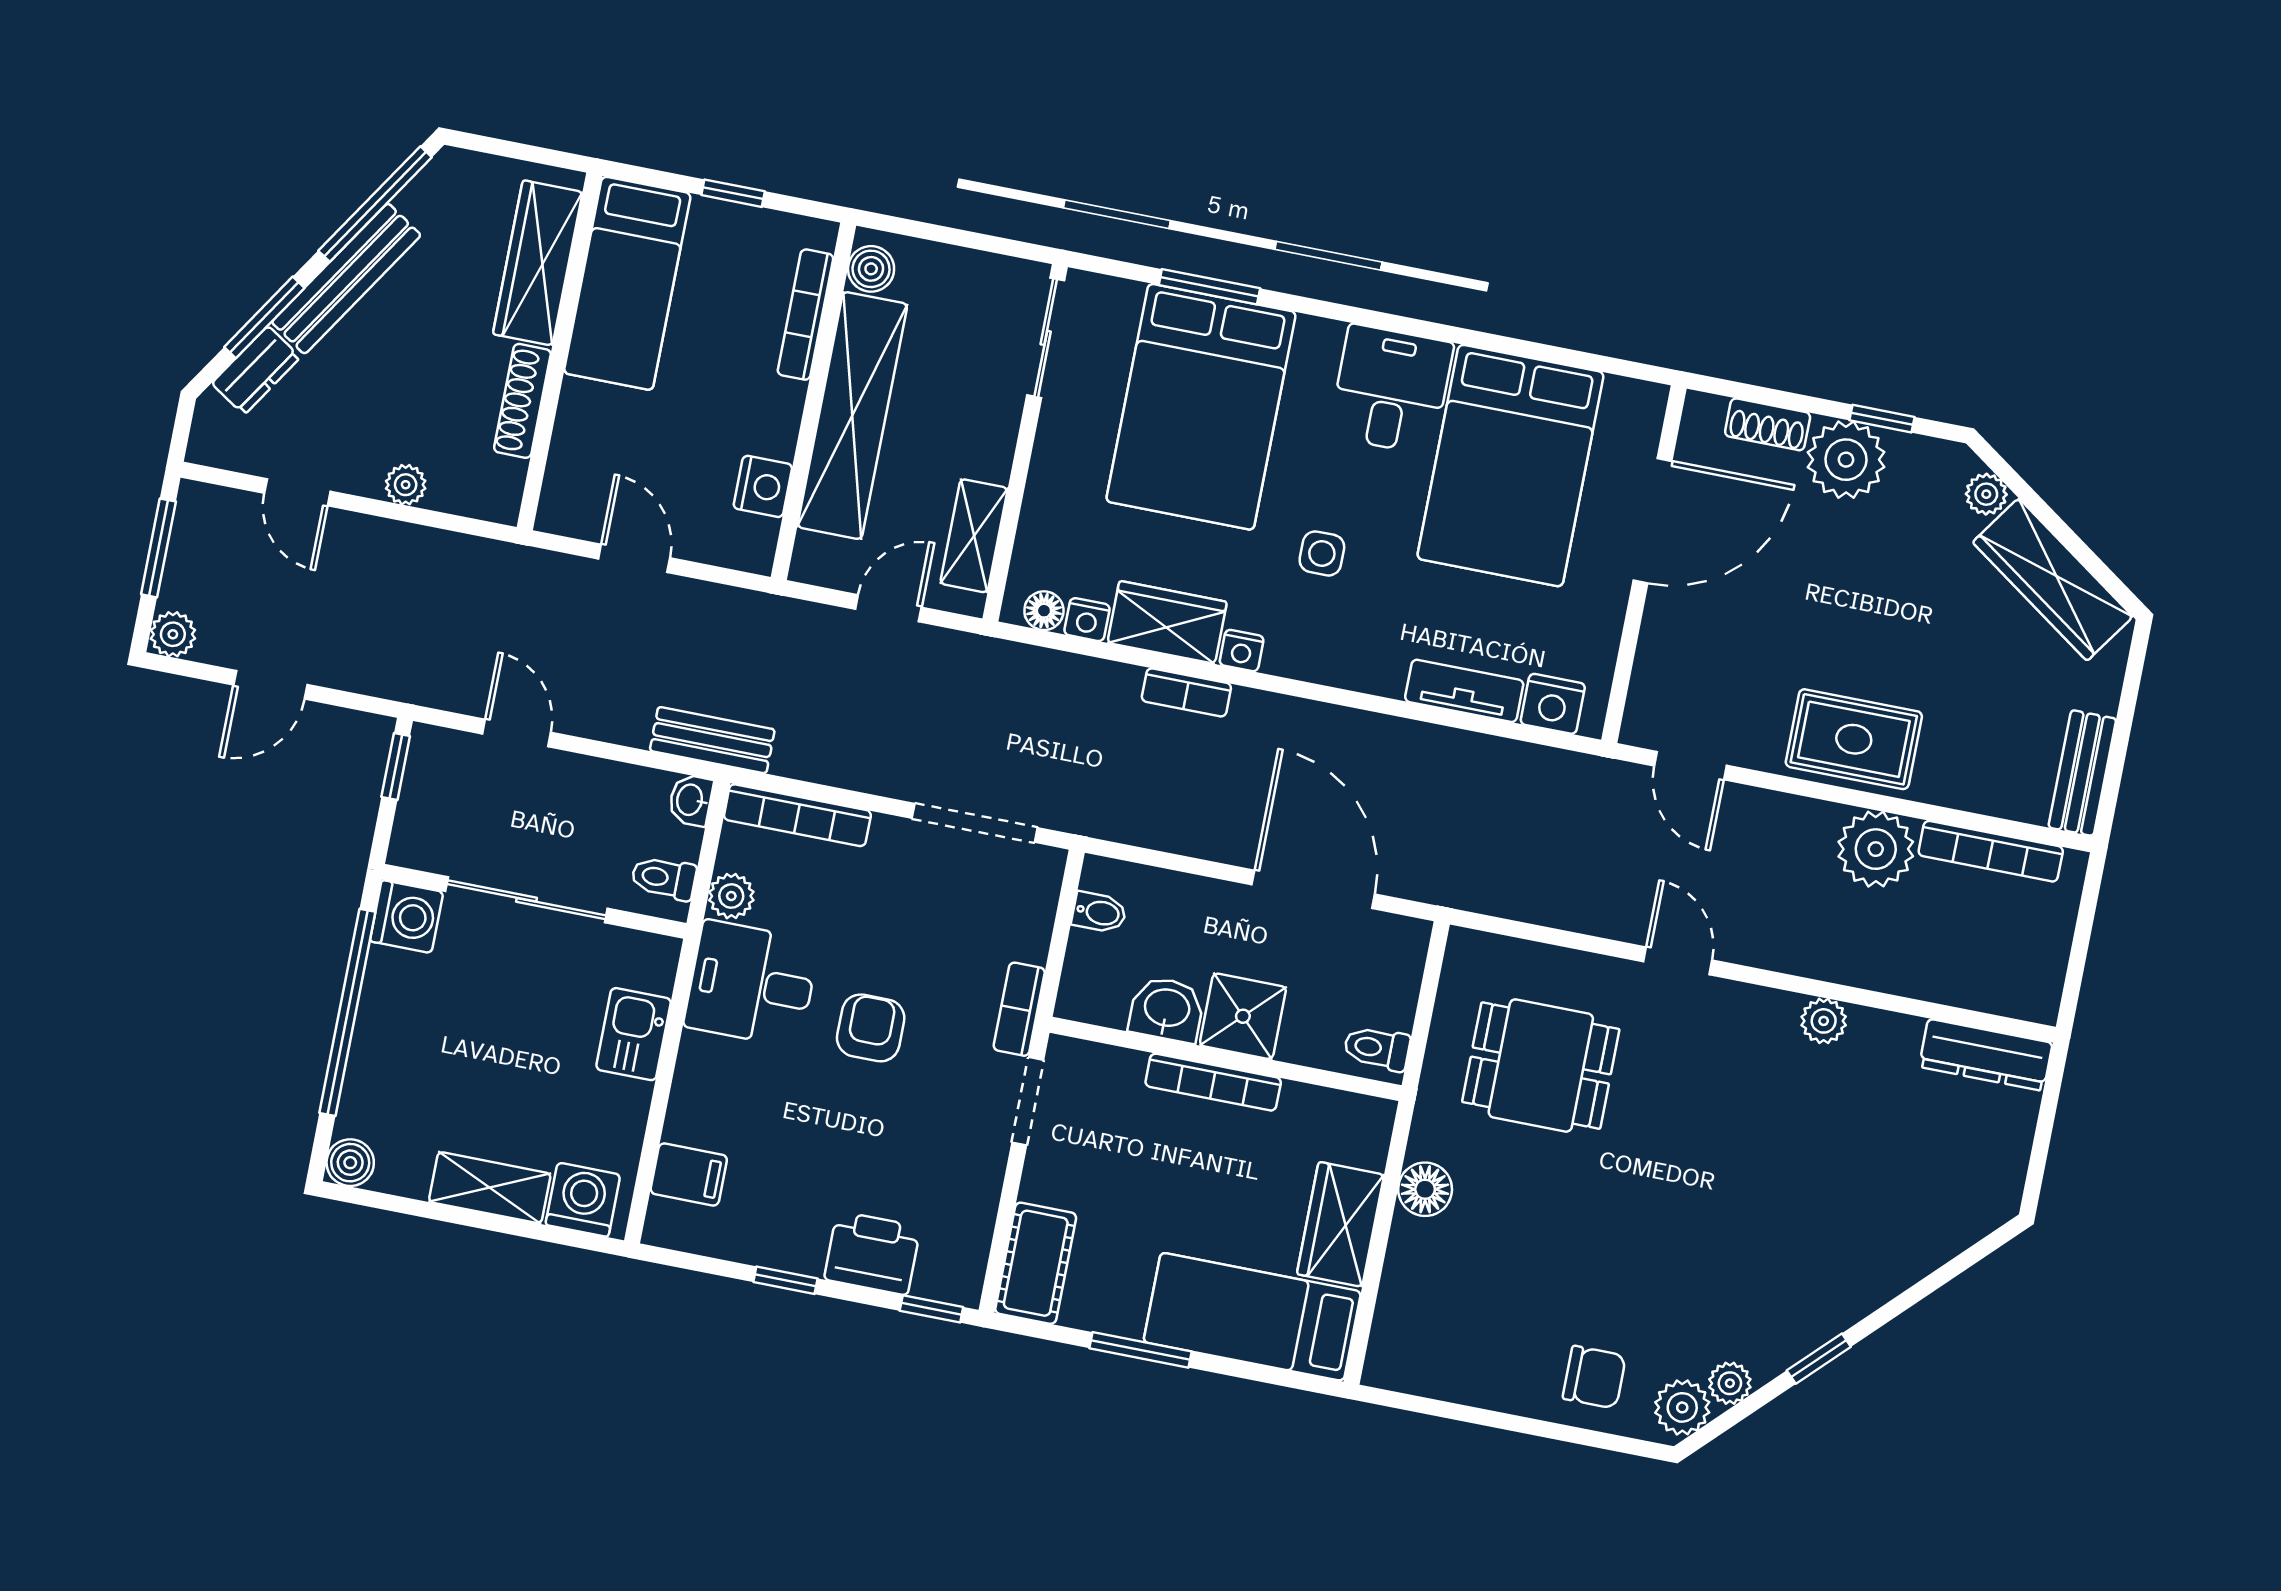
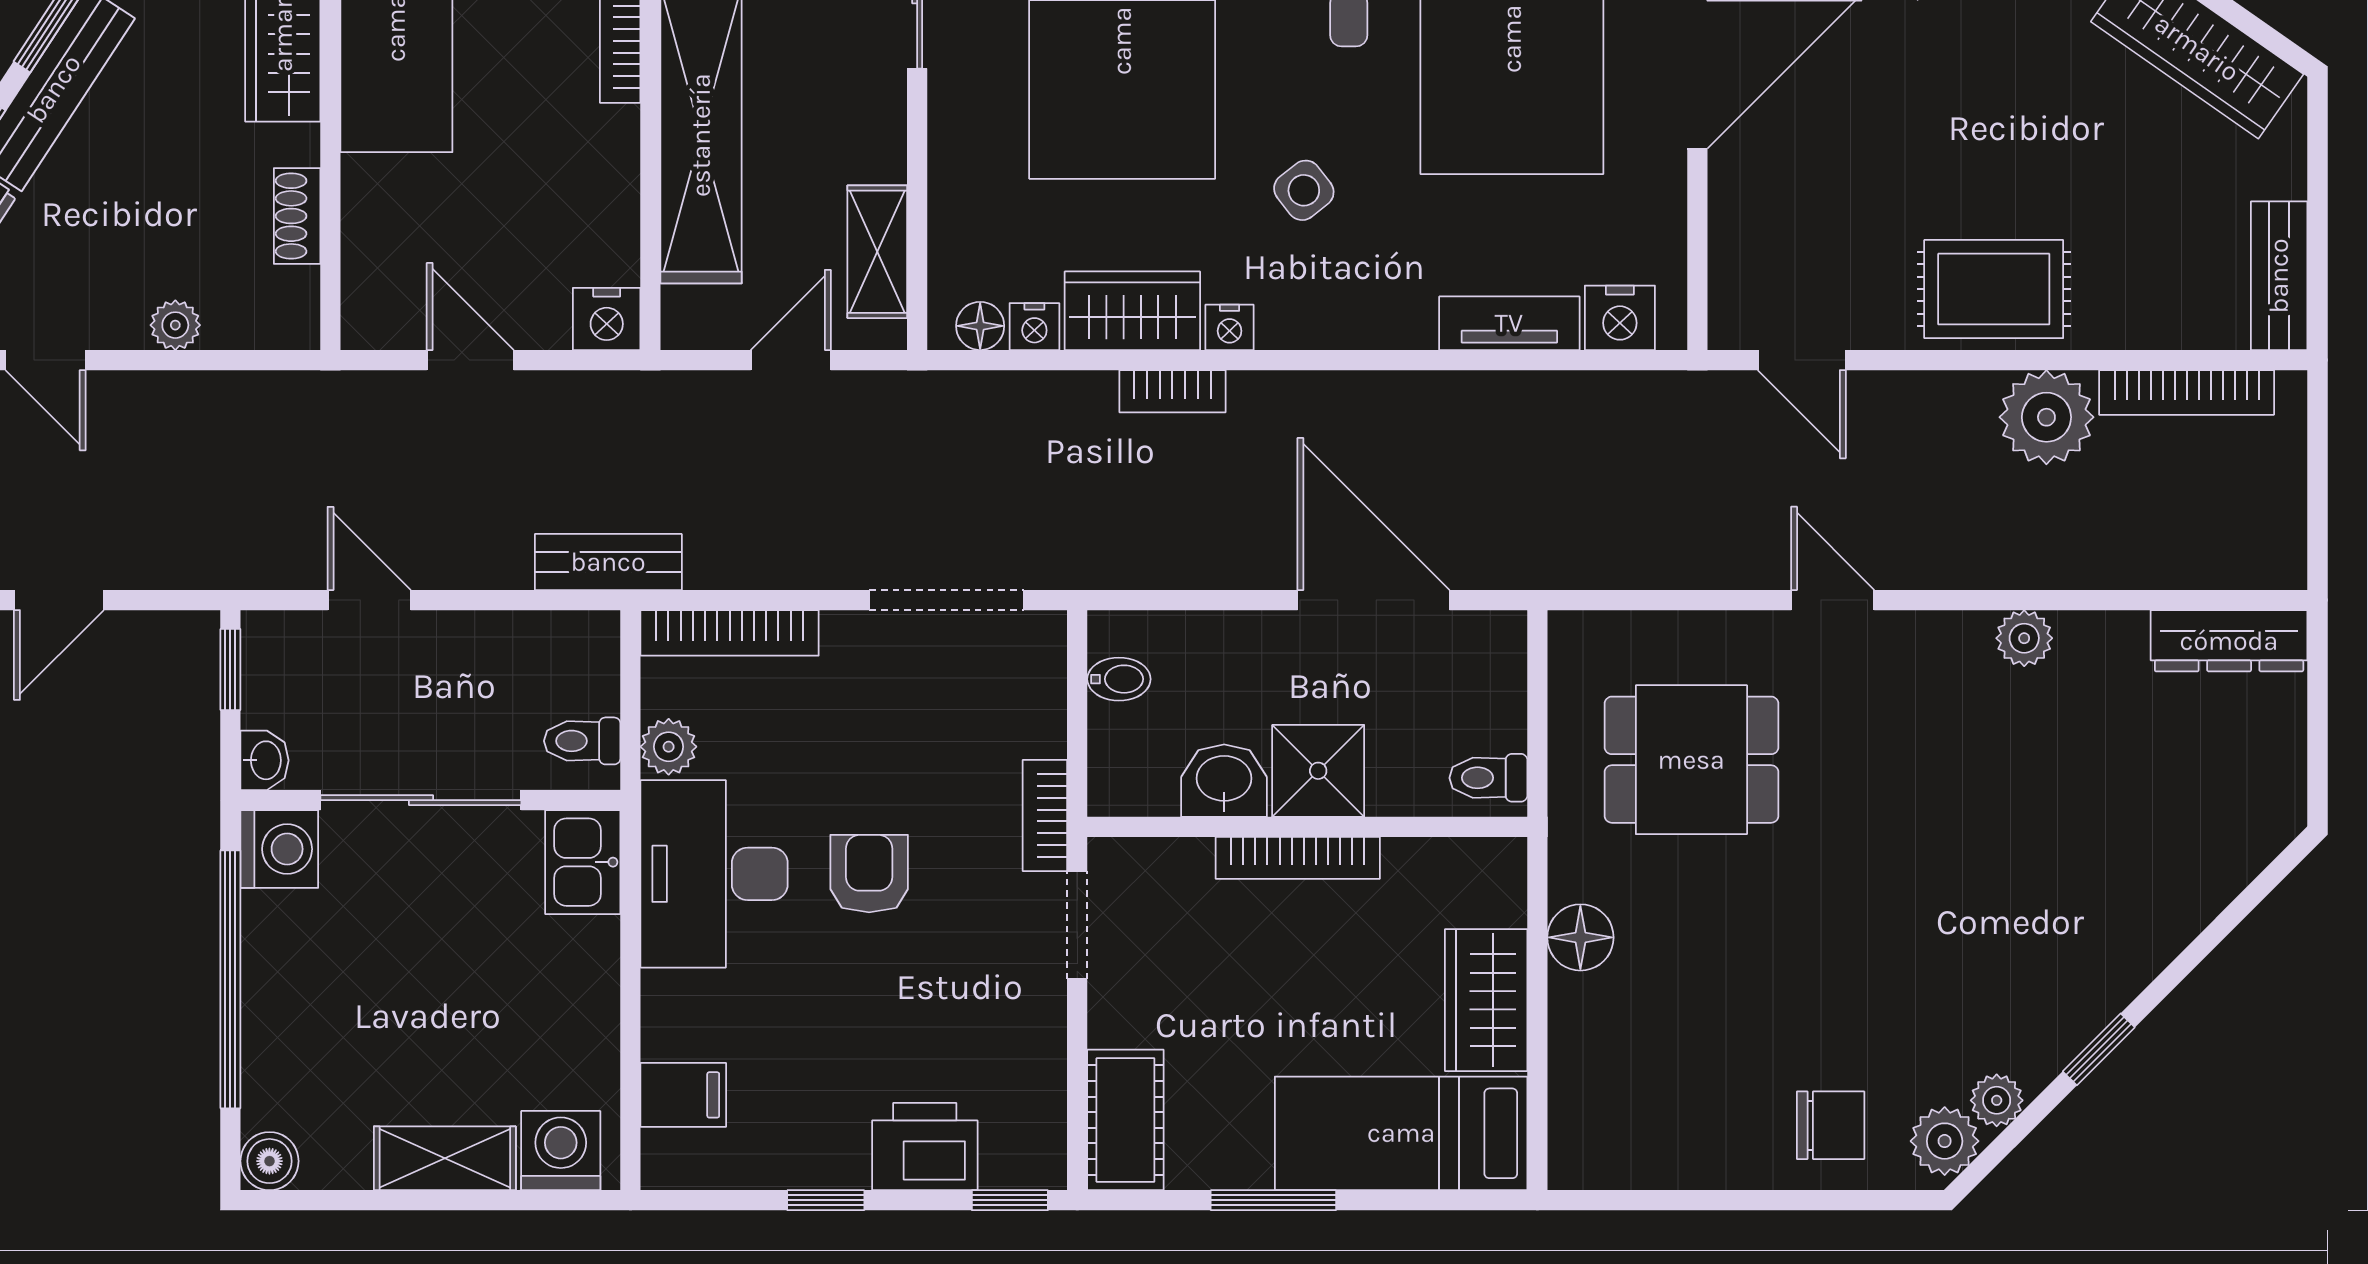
shoe rack: (522, 401) -> (297, 216), width x0.70
nightstand: (763, 486) -> (607, 319), moved, turned 90
side table: (1322, 553) -> (1304, 190), turned -38
washbasin: (691, 800) -> (264, 760), moved, turned 180
desk: (752, 984) -> (714, 874), width x1.37
kitchen sink: (634, 1034) -> (583, 862), moved

